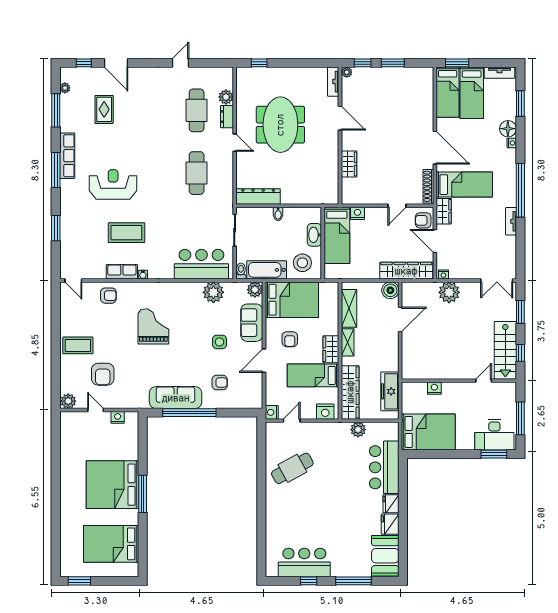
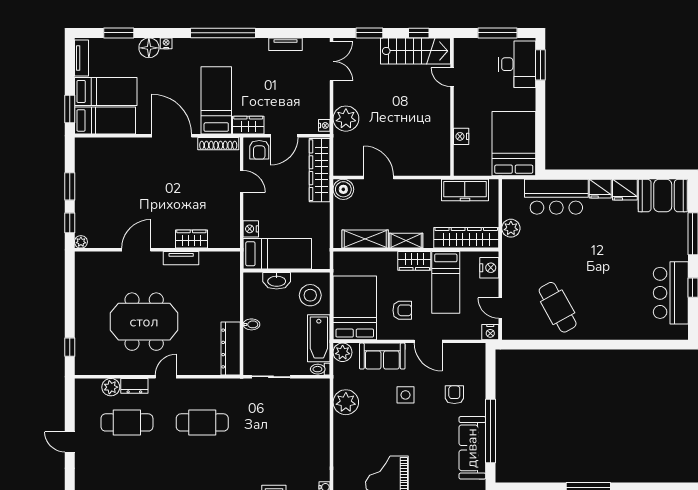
tv unit: (333, 82) -> (181, 258), moved
door: (435, 148) -> (172, 136), hinge flipped
tv unit: (511, 221) -> (285, 44), moved
bar counter: (201, 264) -> (312, 417), removed

